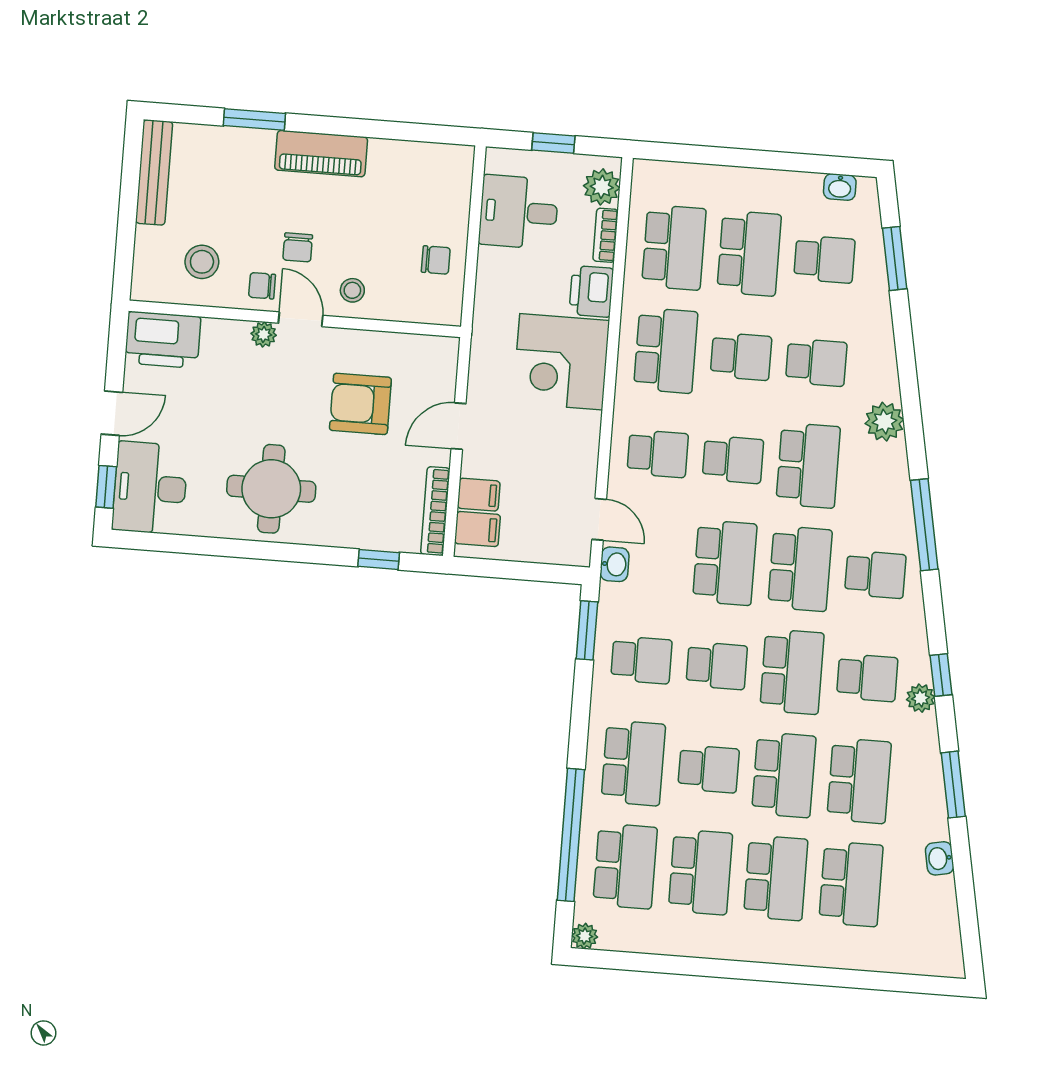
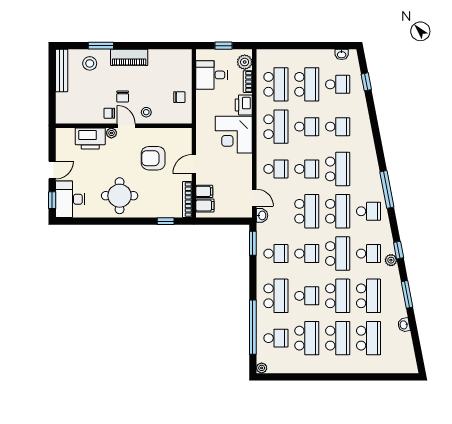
window: (895, 258) -> (366, 82), width x0.67
stool: (202, 262) -> (90, 63), moved
printer: (163, 340) -> (90, 138), moved
plant: (884, 422) -> (367, 149), removed
school desk: (625, 866) -> (276, 338), width x0.54

